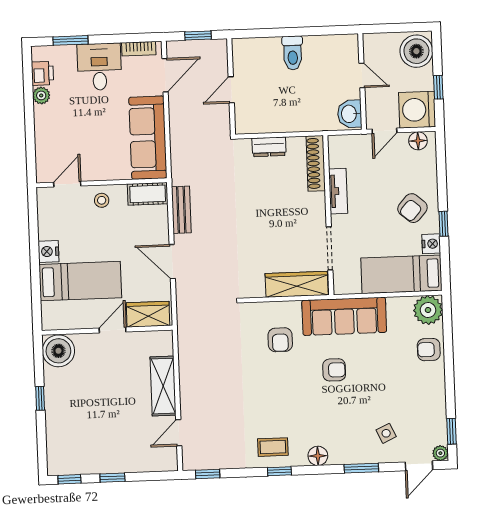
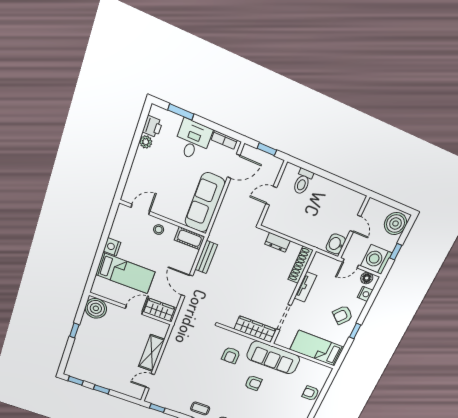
toilet: (293, 53) -> (303, 182), moved
nightstand: (431, 244) -> (365, 294), moved
plant: (428, 310) -> (321, 373), removed

